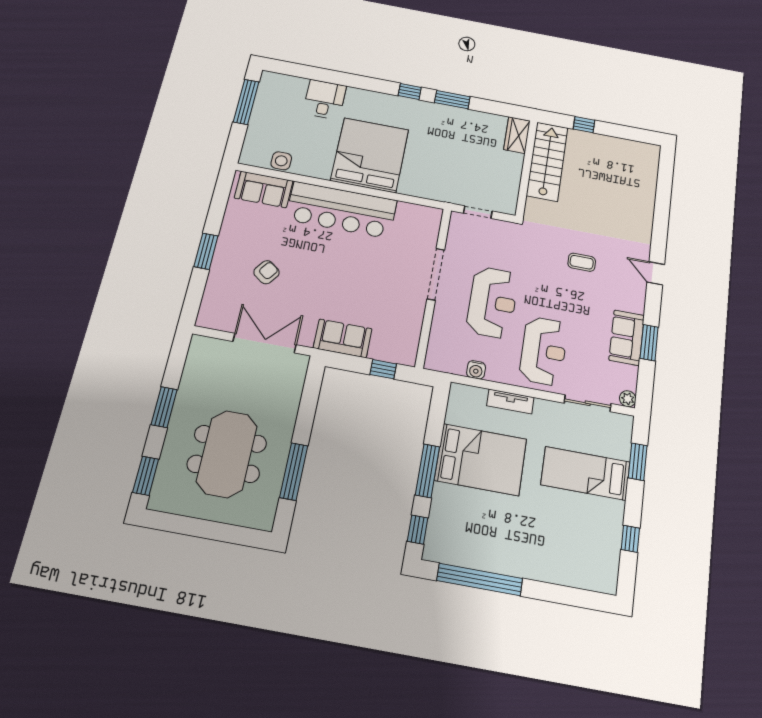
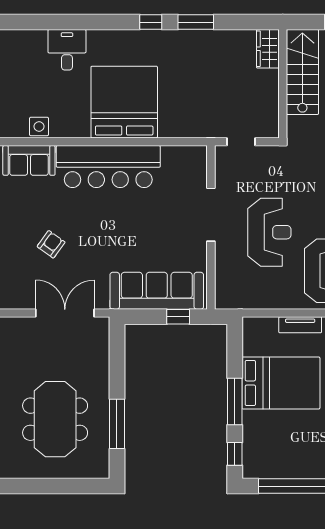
sofa: (343, 338) -> (157, 291), width x1.85, depth x1.27
water cooler: (476, 370) -> (264, 301), removed

